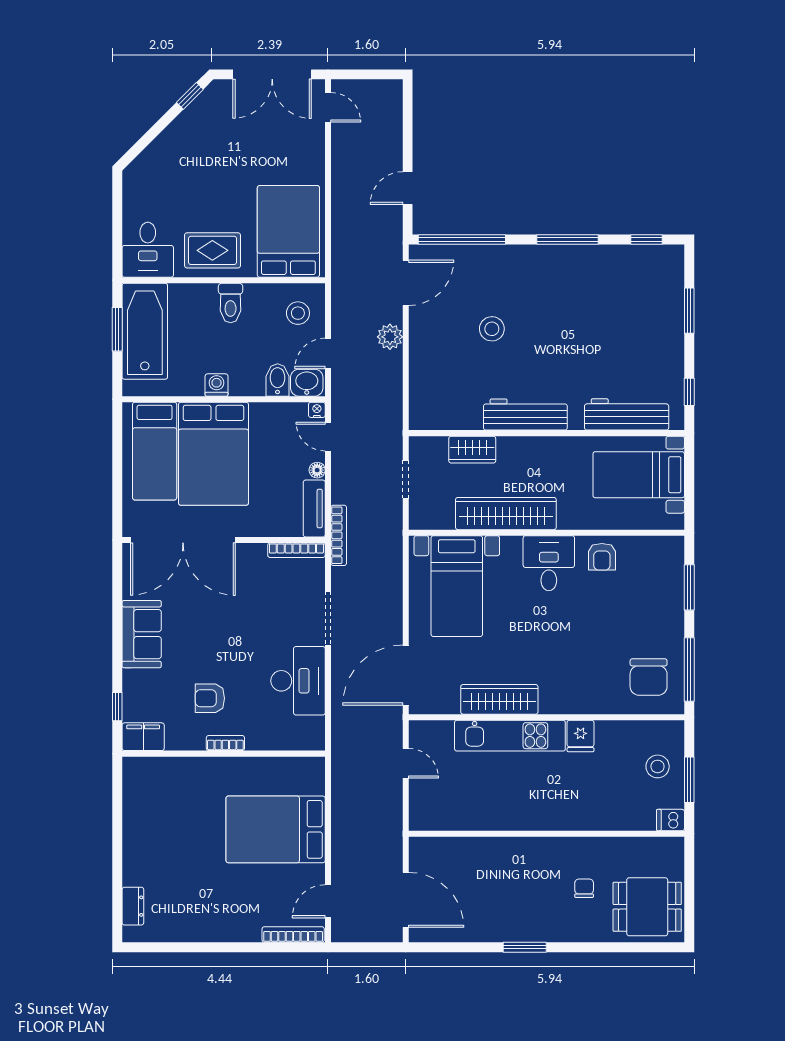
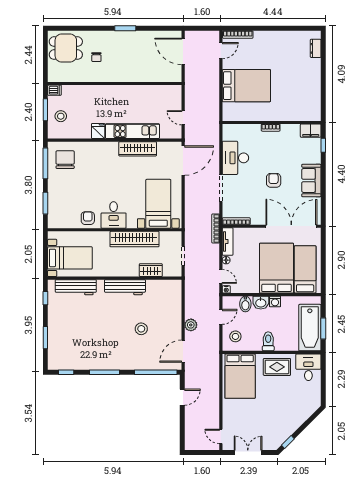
double door: (272, 74) -> (248, 452), width x0.73
washbasin: (307, 383) -> (261, 303), moved
armchair: (210, 698) -> (274, 180), moved, turned -90

